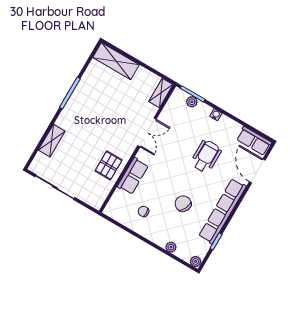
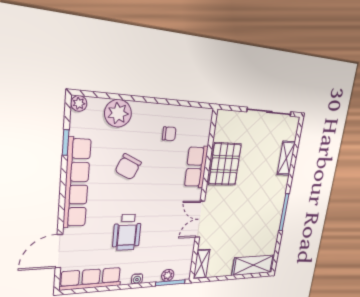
row of seats: (254, 141) -> (91, 279), width x1.48
pallet: (109, 165) -> (225, 164), width x1.50, depth x1.42
door: (257, 171) -> (59, 251), swing flipped
chair: (183, 204) -> (128, 167), turned 90
plant: (171, 247) -> (118, 113), width x1.88, depth x1.88

